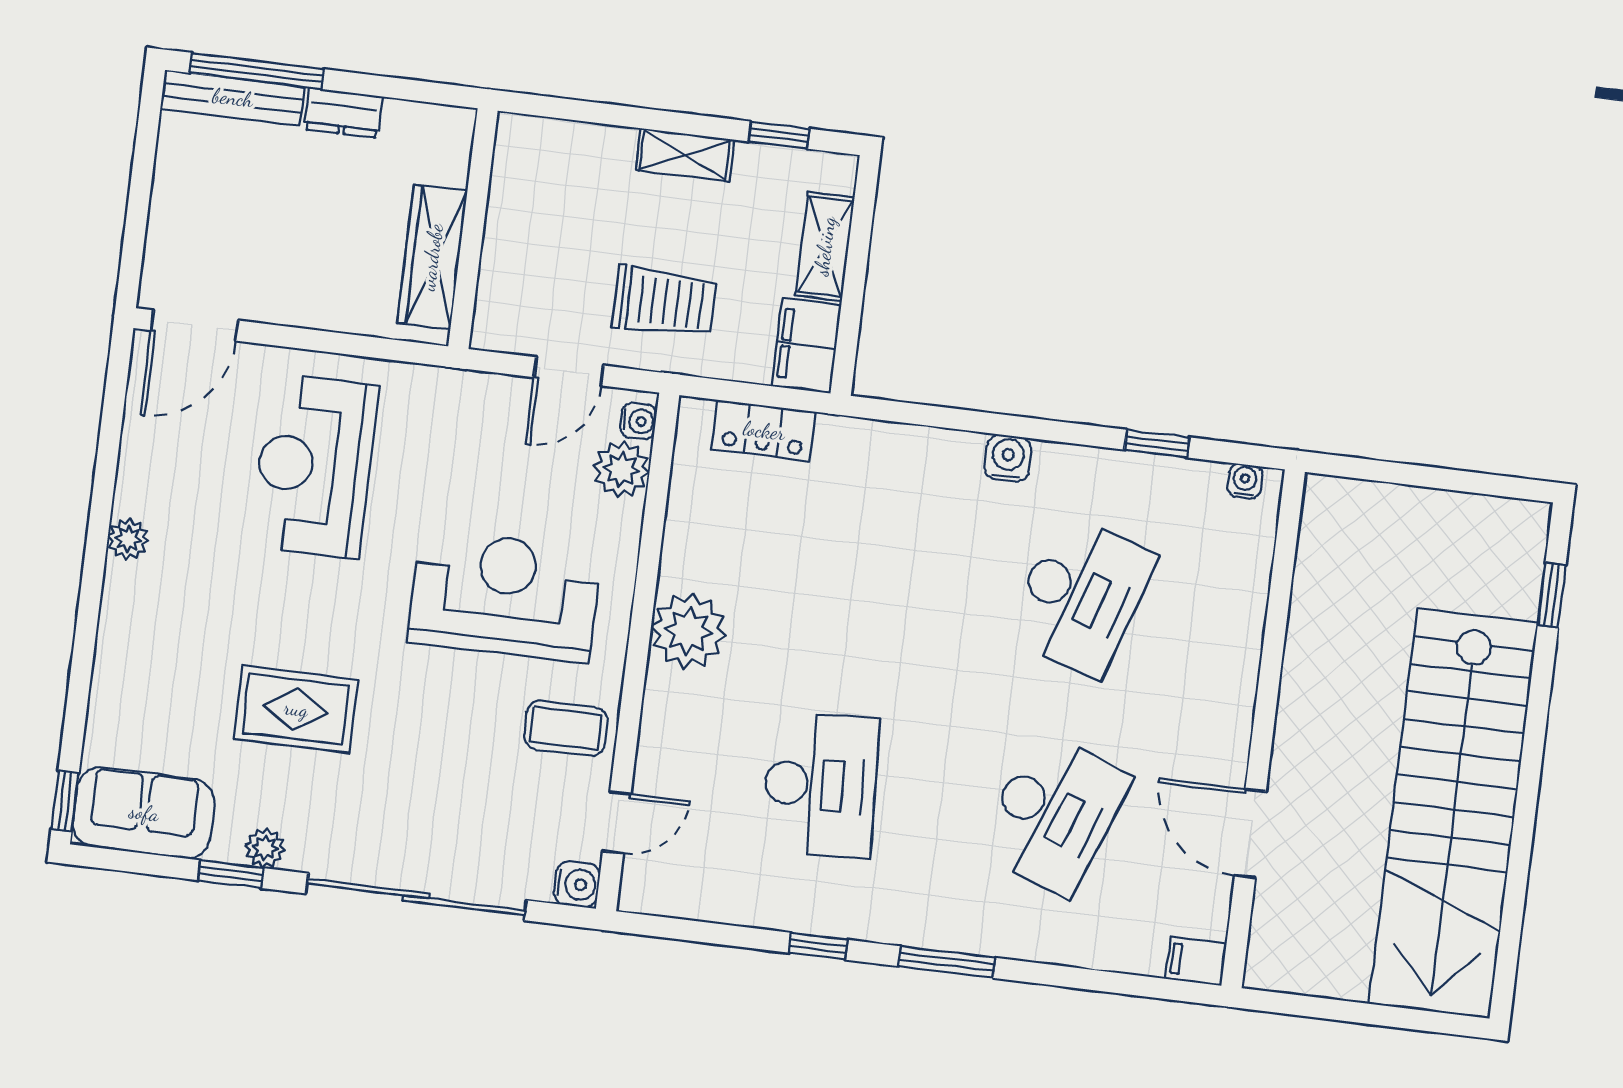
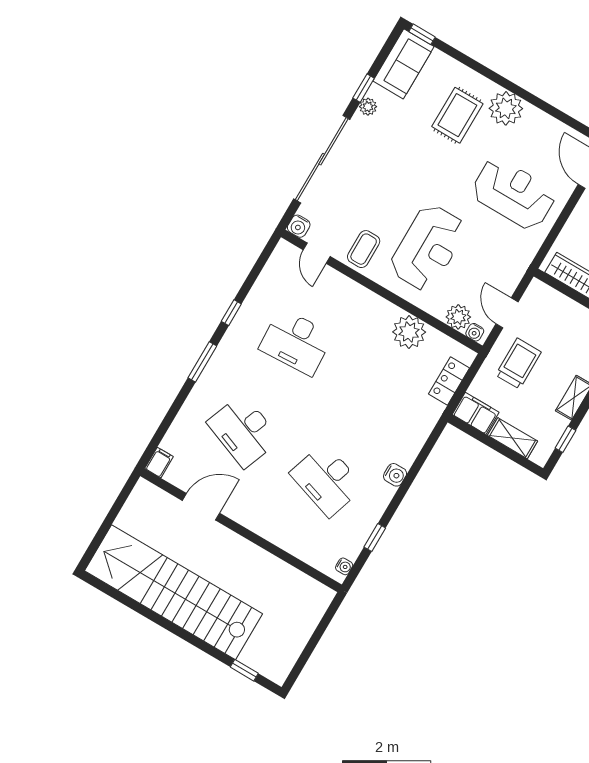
trolley: (664, 302) -> (518, 364), turned 180
plant: (128, 539) -> (506, 108), width x1.88, depth x1.88
plant: (689, 631) -> (409, 332), moved
rug: (296, 709) -> (457, 115), moved

